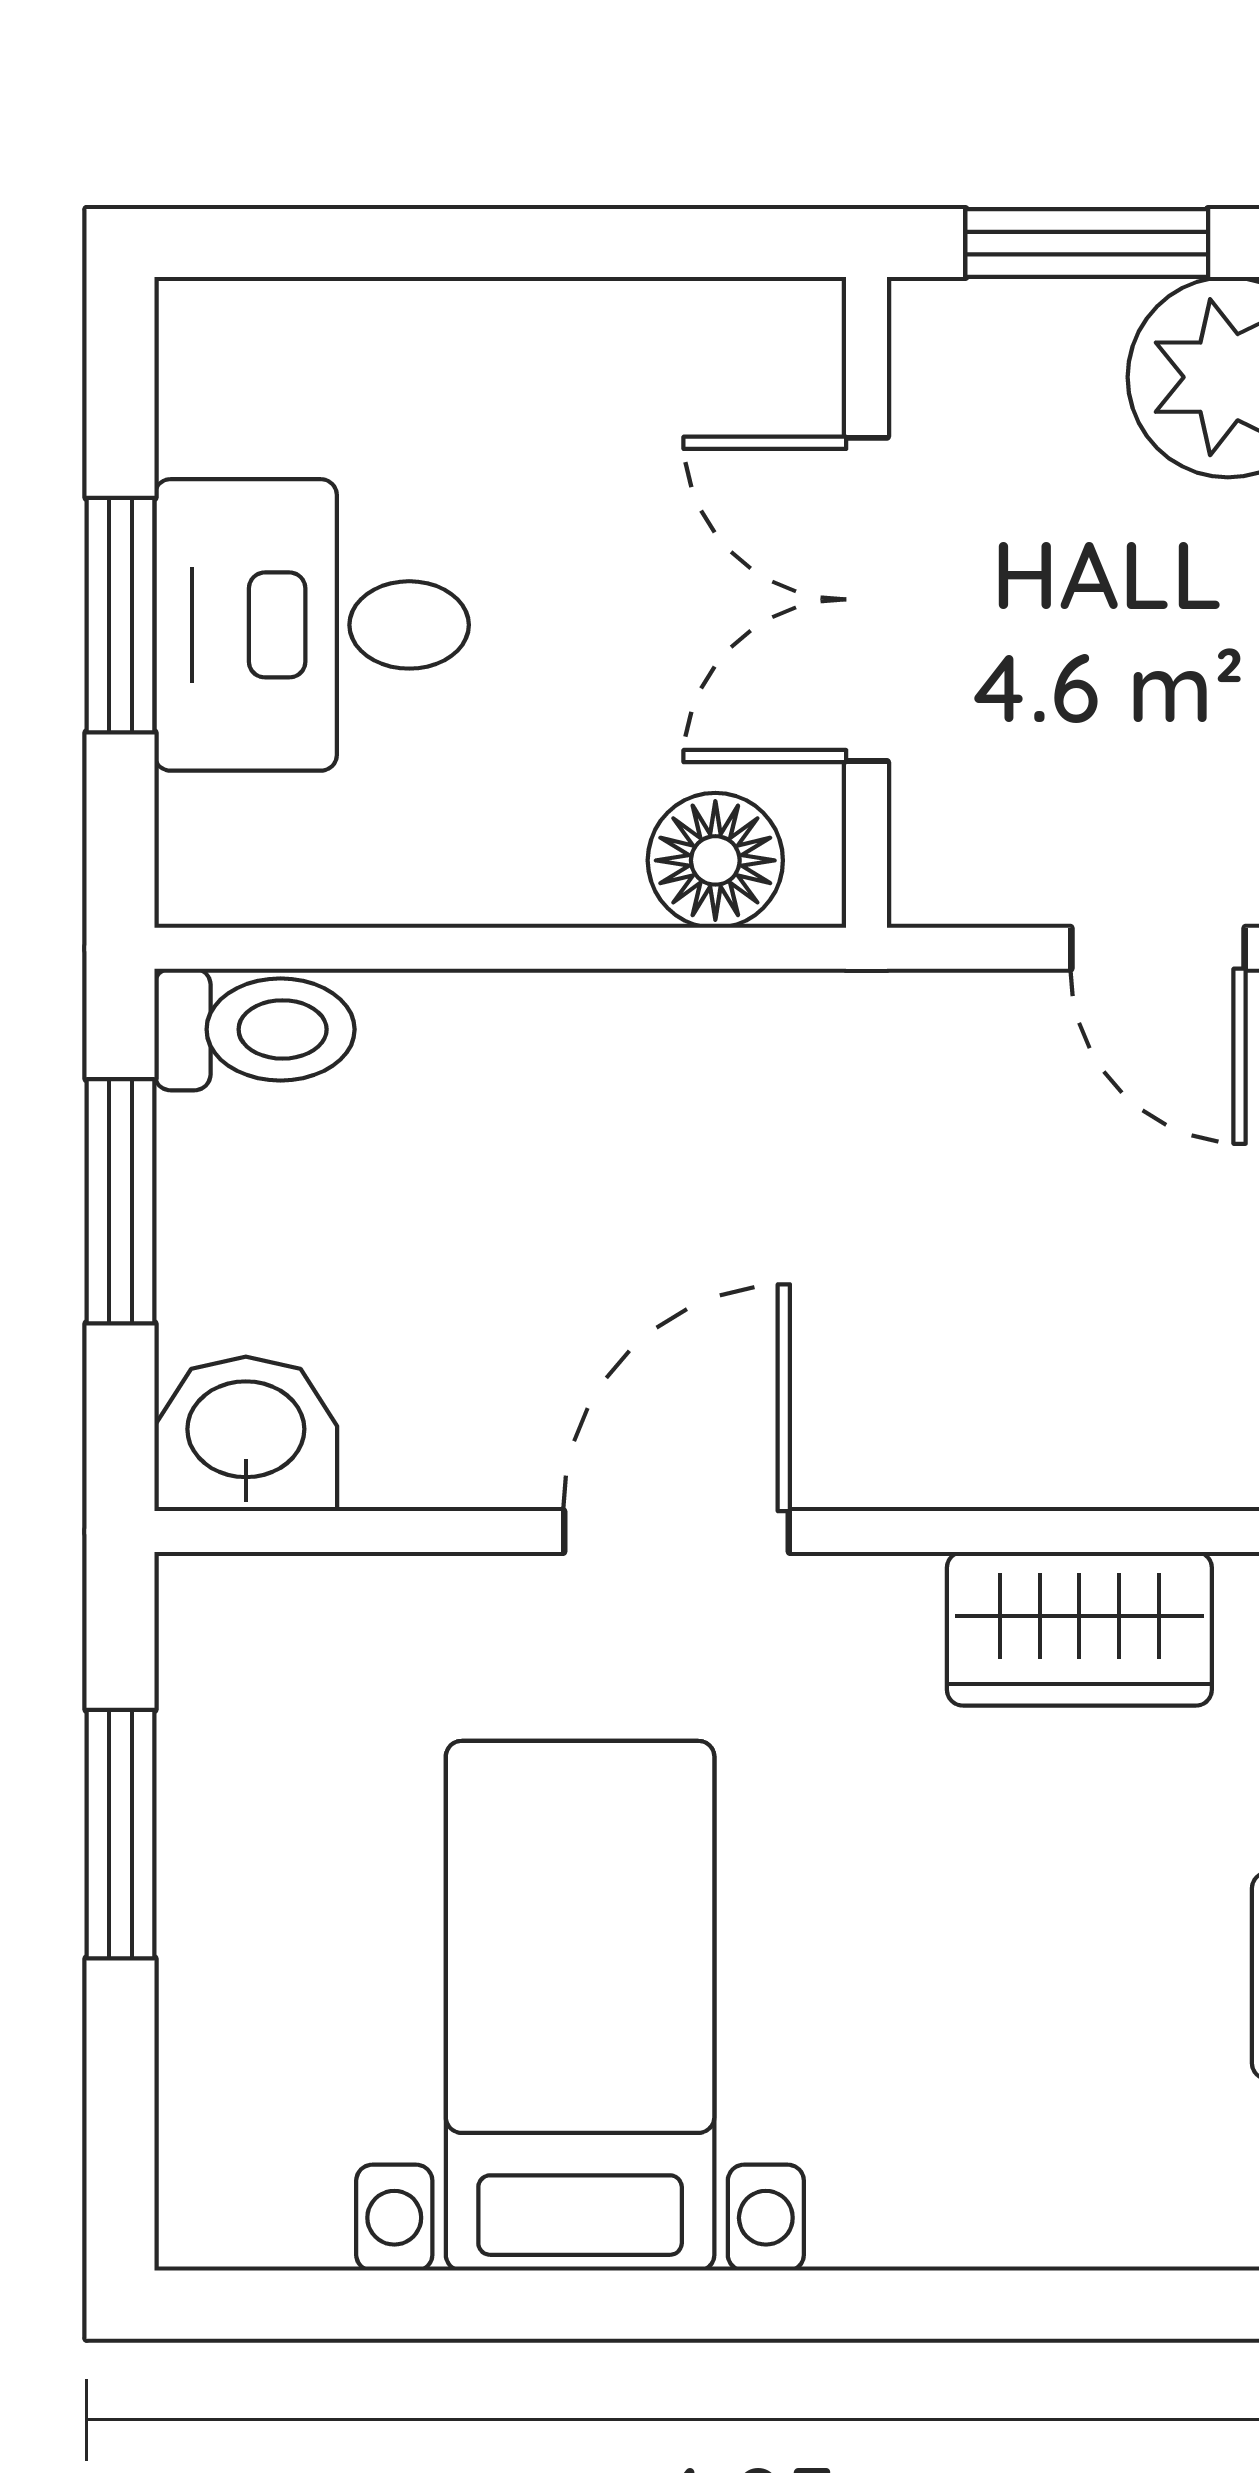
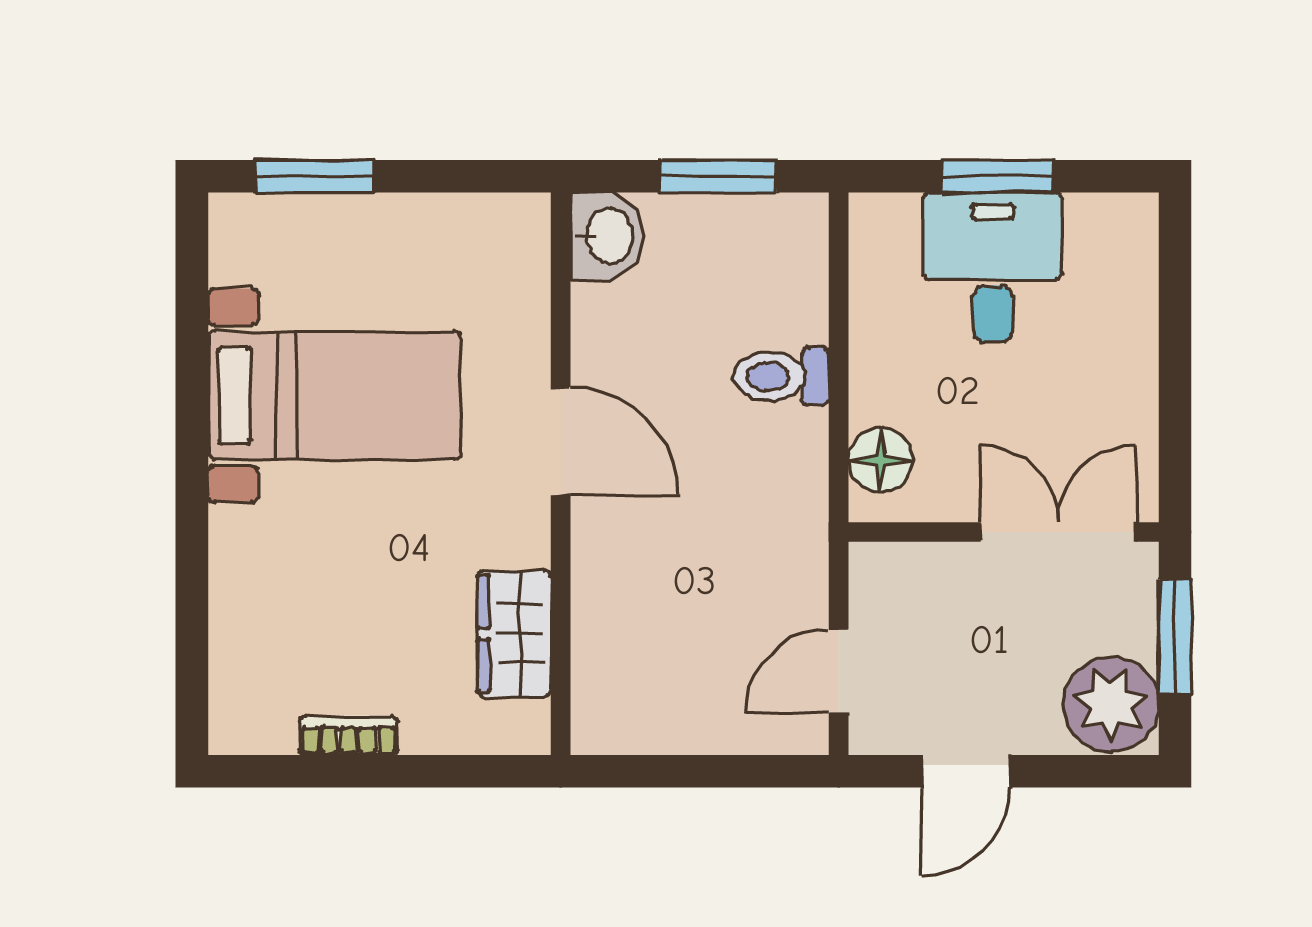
double door: (867, 599) -> (1058, 532), moved
toilet: (255, 1029) -> (781, 376), moved, turned 90
window: (121, 1834) -> (315, 176), moved

